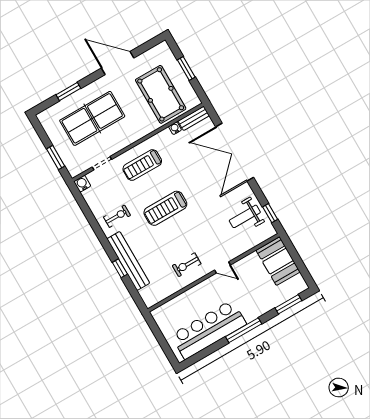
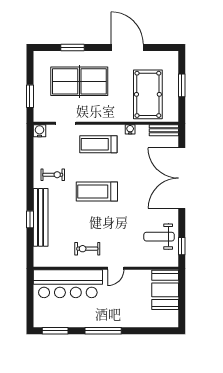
water cooler: (175, 128) -> (130, 129), moved
door: (222, 268) -> (116, 268), hinge flipped
window: (288, 304) -> (55, 331), moved
bar counter: (209, 330) -> (68, 284), moved, turned 180

